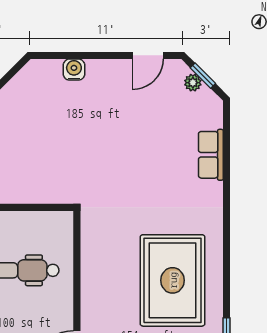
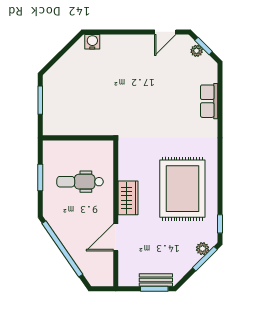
water cooler: (74, 70) -> (92, 42), moved
wardrobe: (94, 294) -> (128, 198), added

